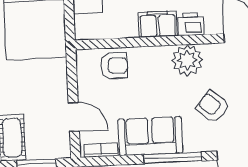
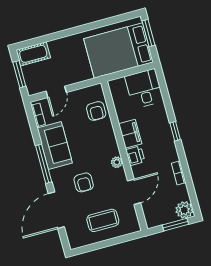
plant: (187, 60) -> (117, 162), width x0.53, depth x0.53
armchair: (213, 107) -> (84, 182), turned 140

